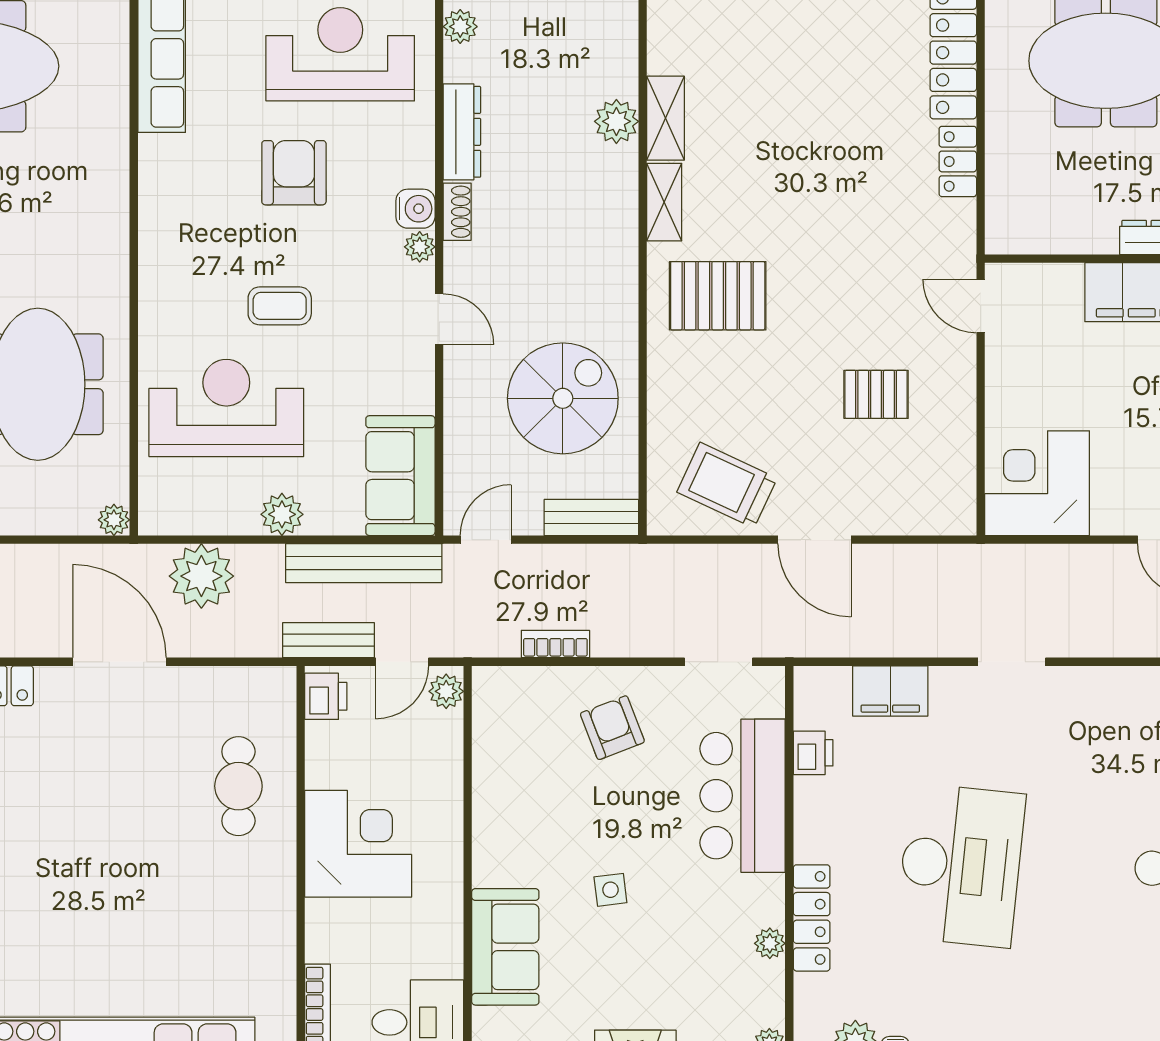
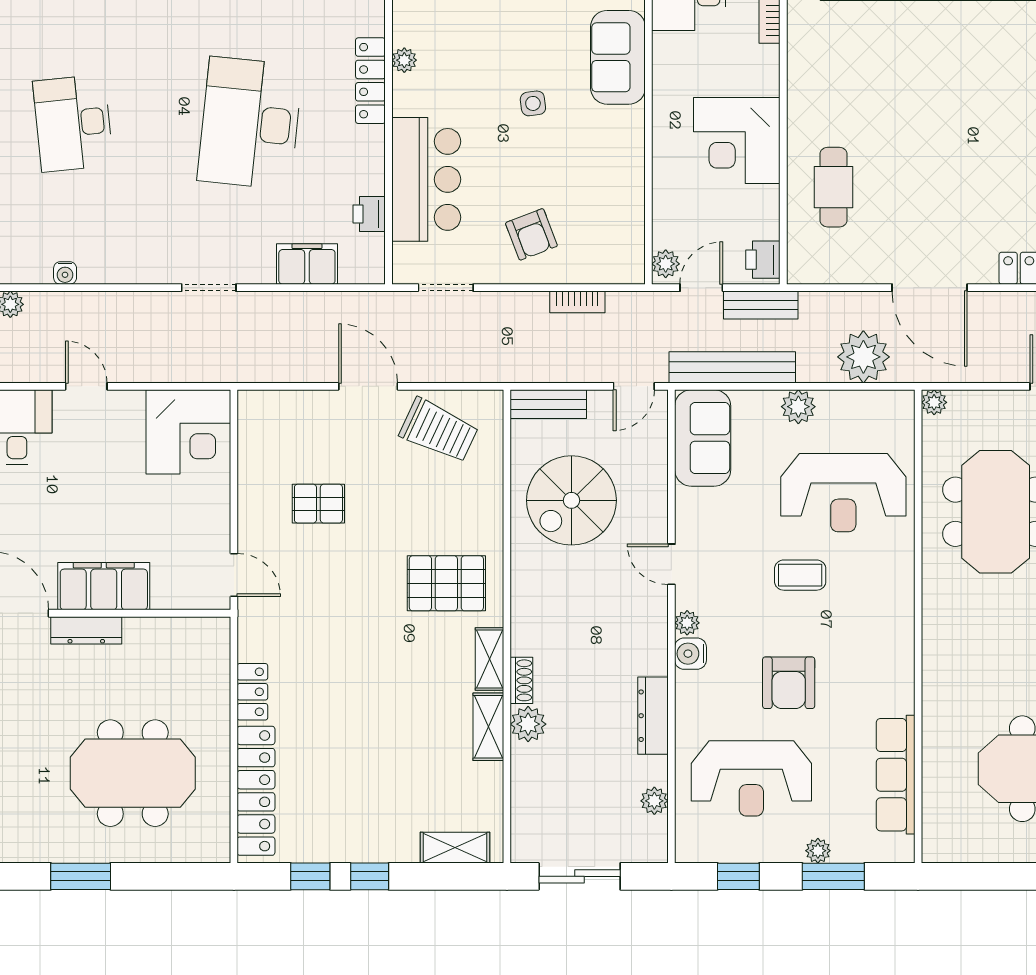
shoe rack: (457, 212) -> (521, 680), moved, turned 180

